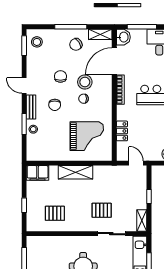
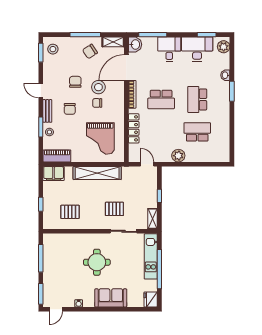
locker: (122, 131) -> (134, 128), width x1.53
grand piano: (87, 136) -> (100, 139), turned 90
piano: (41, 154) -> (57, 156), added
shelving: (75, 172) -> (97, 173), width x1.47

